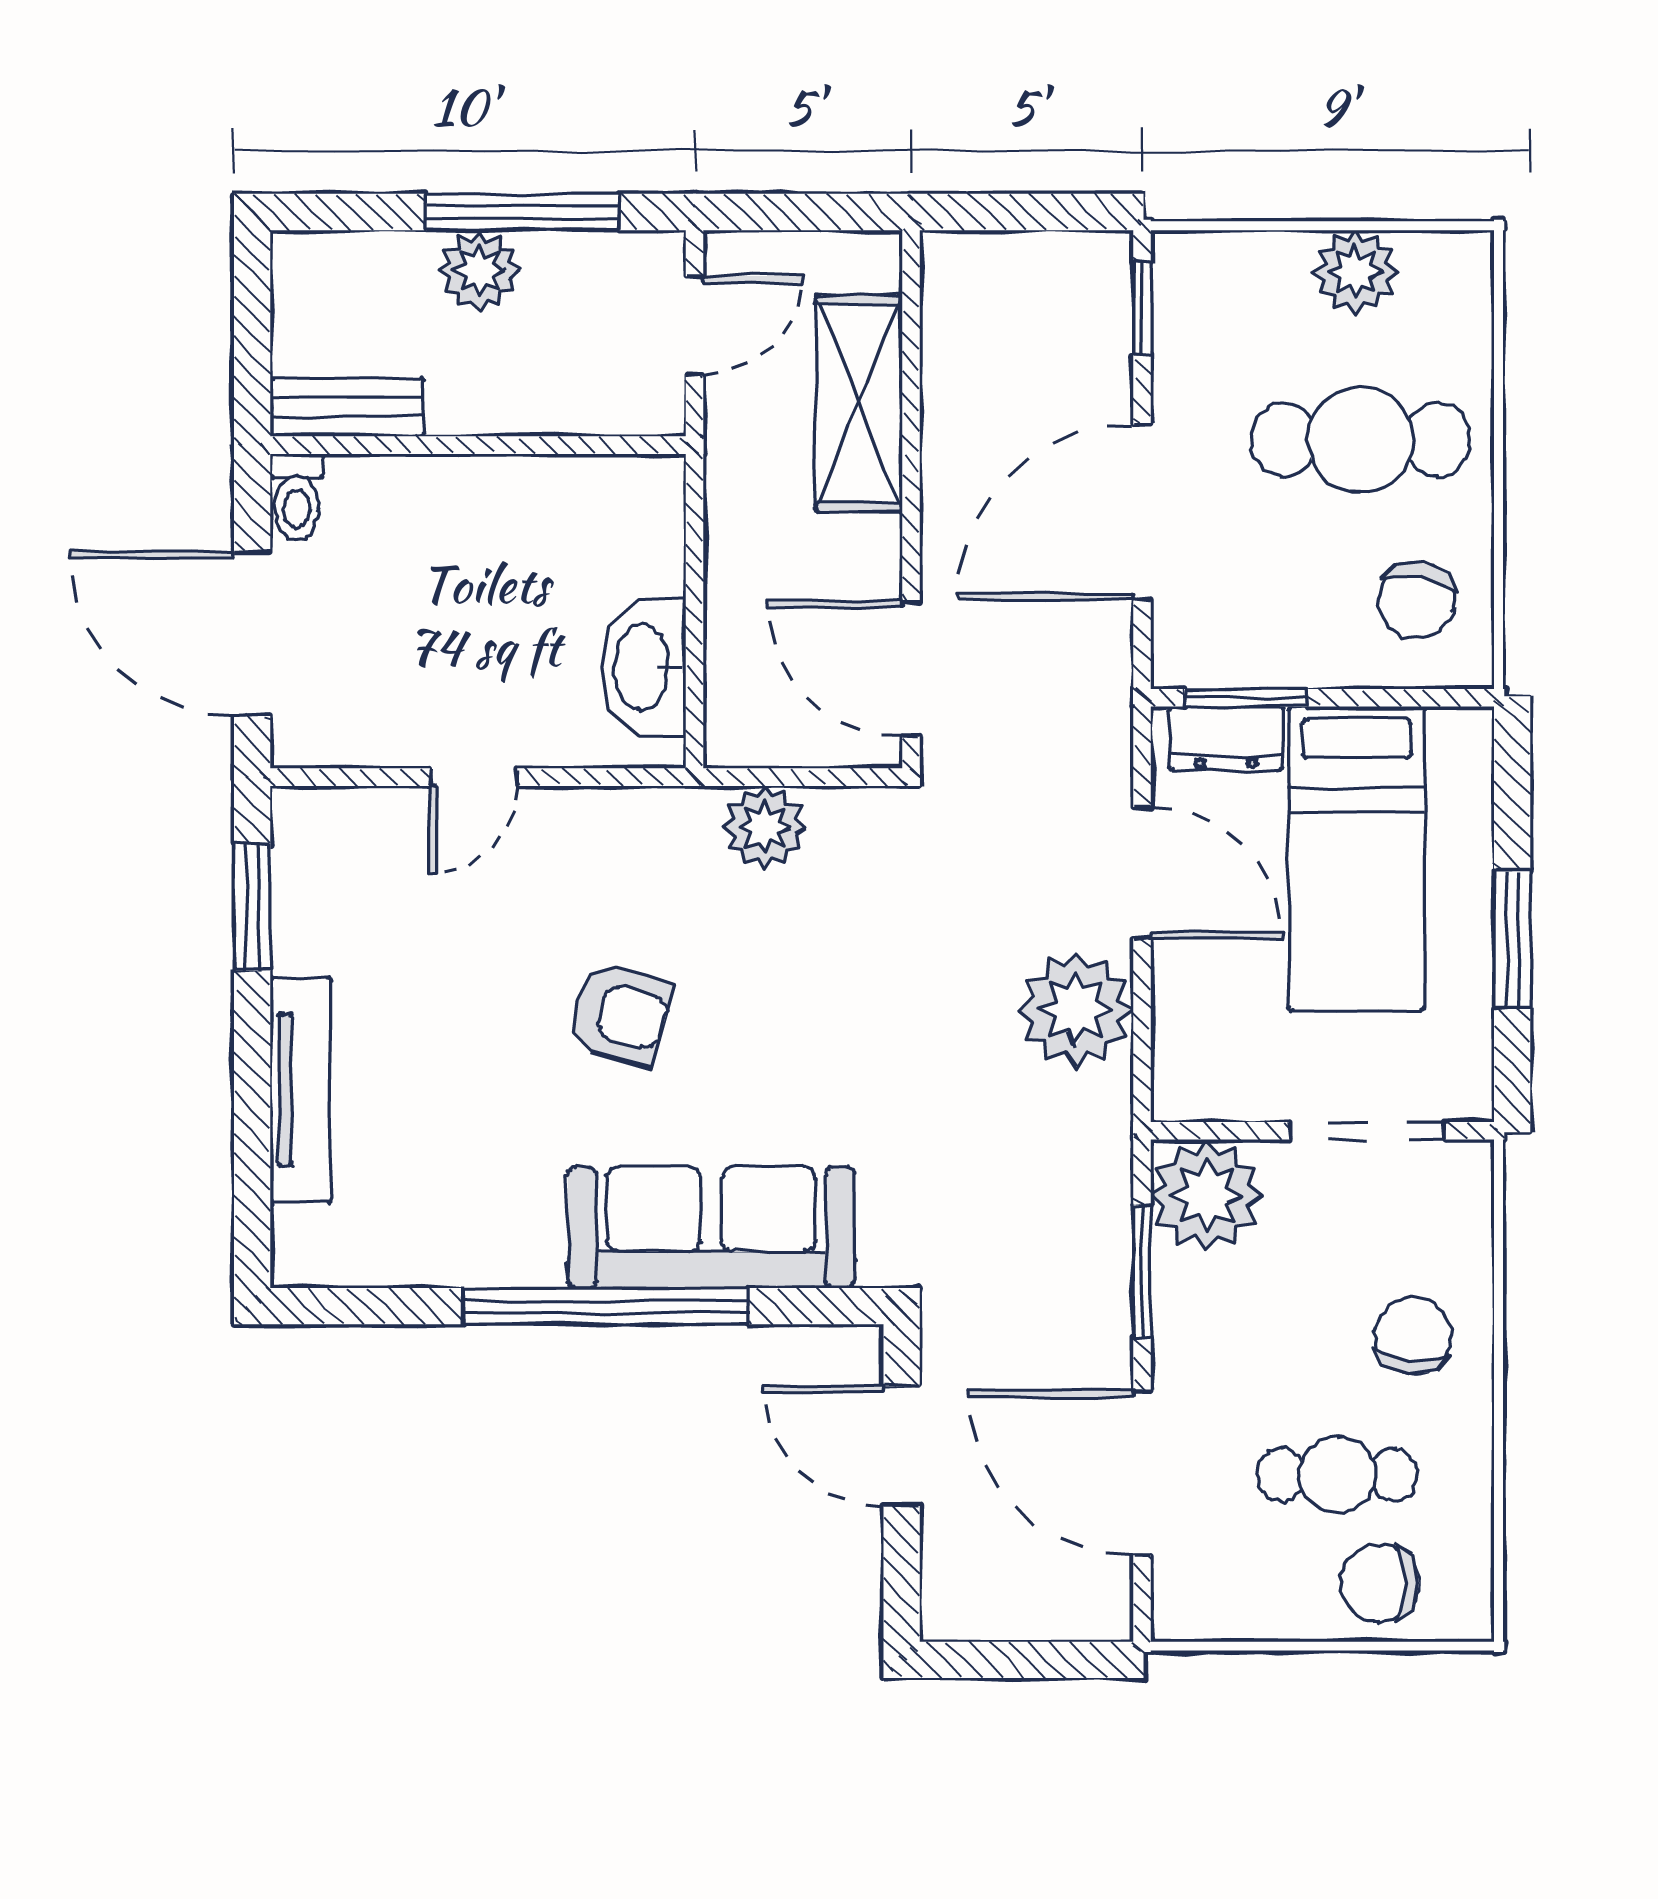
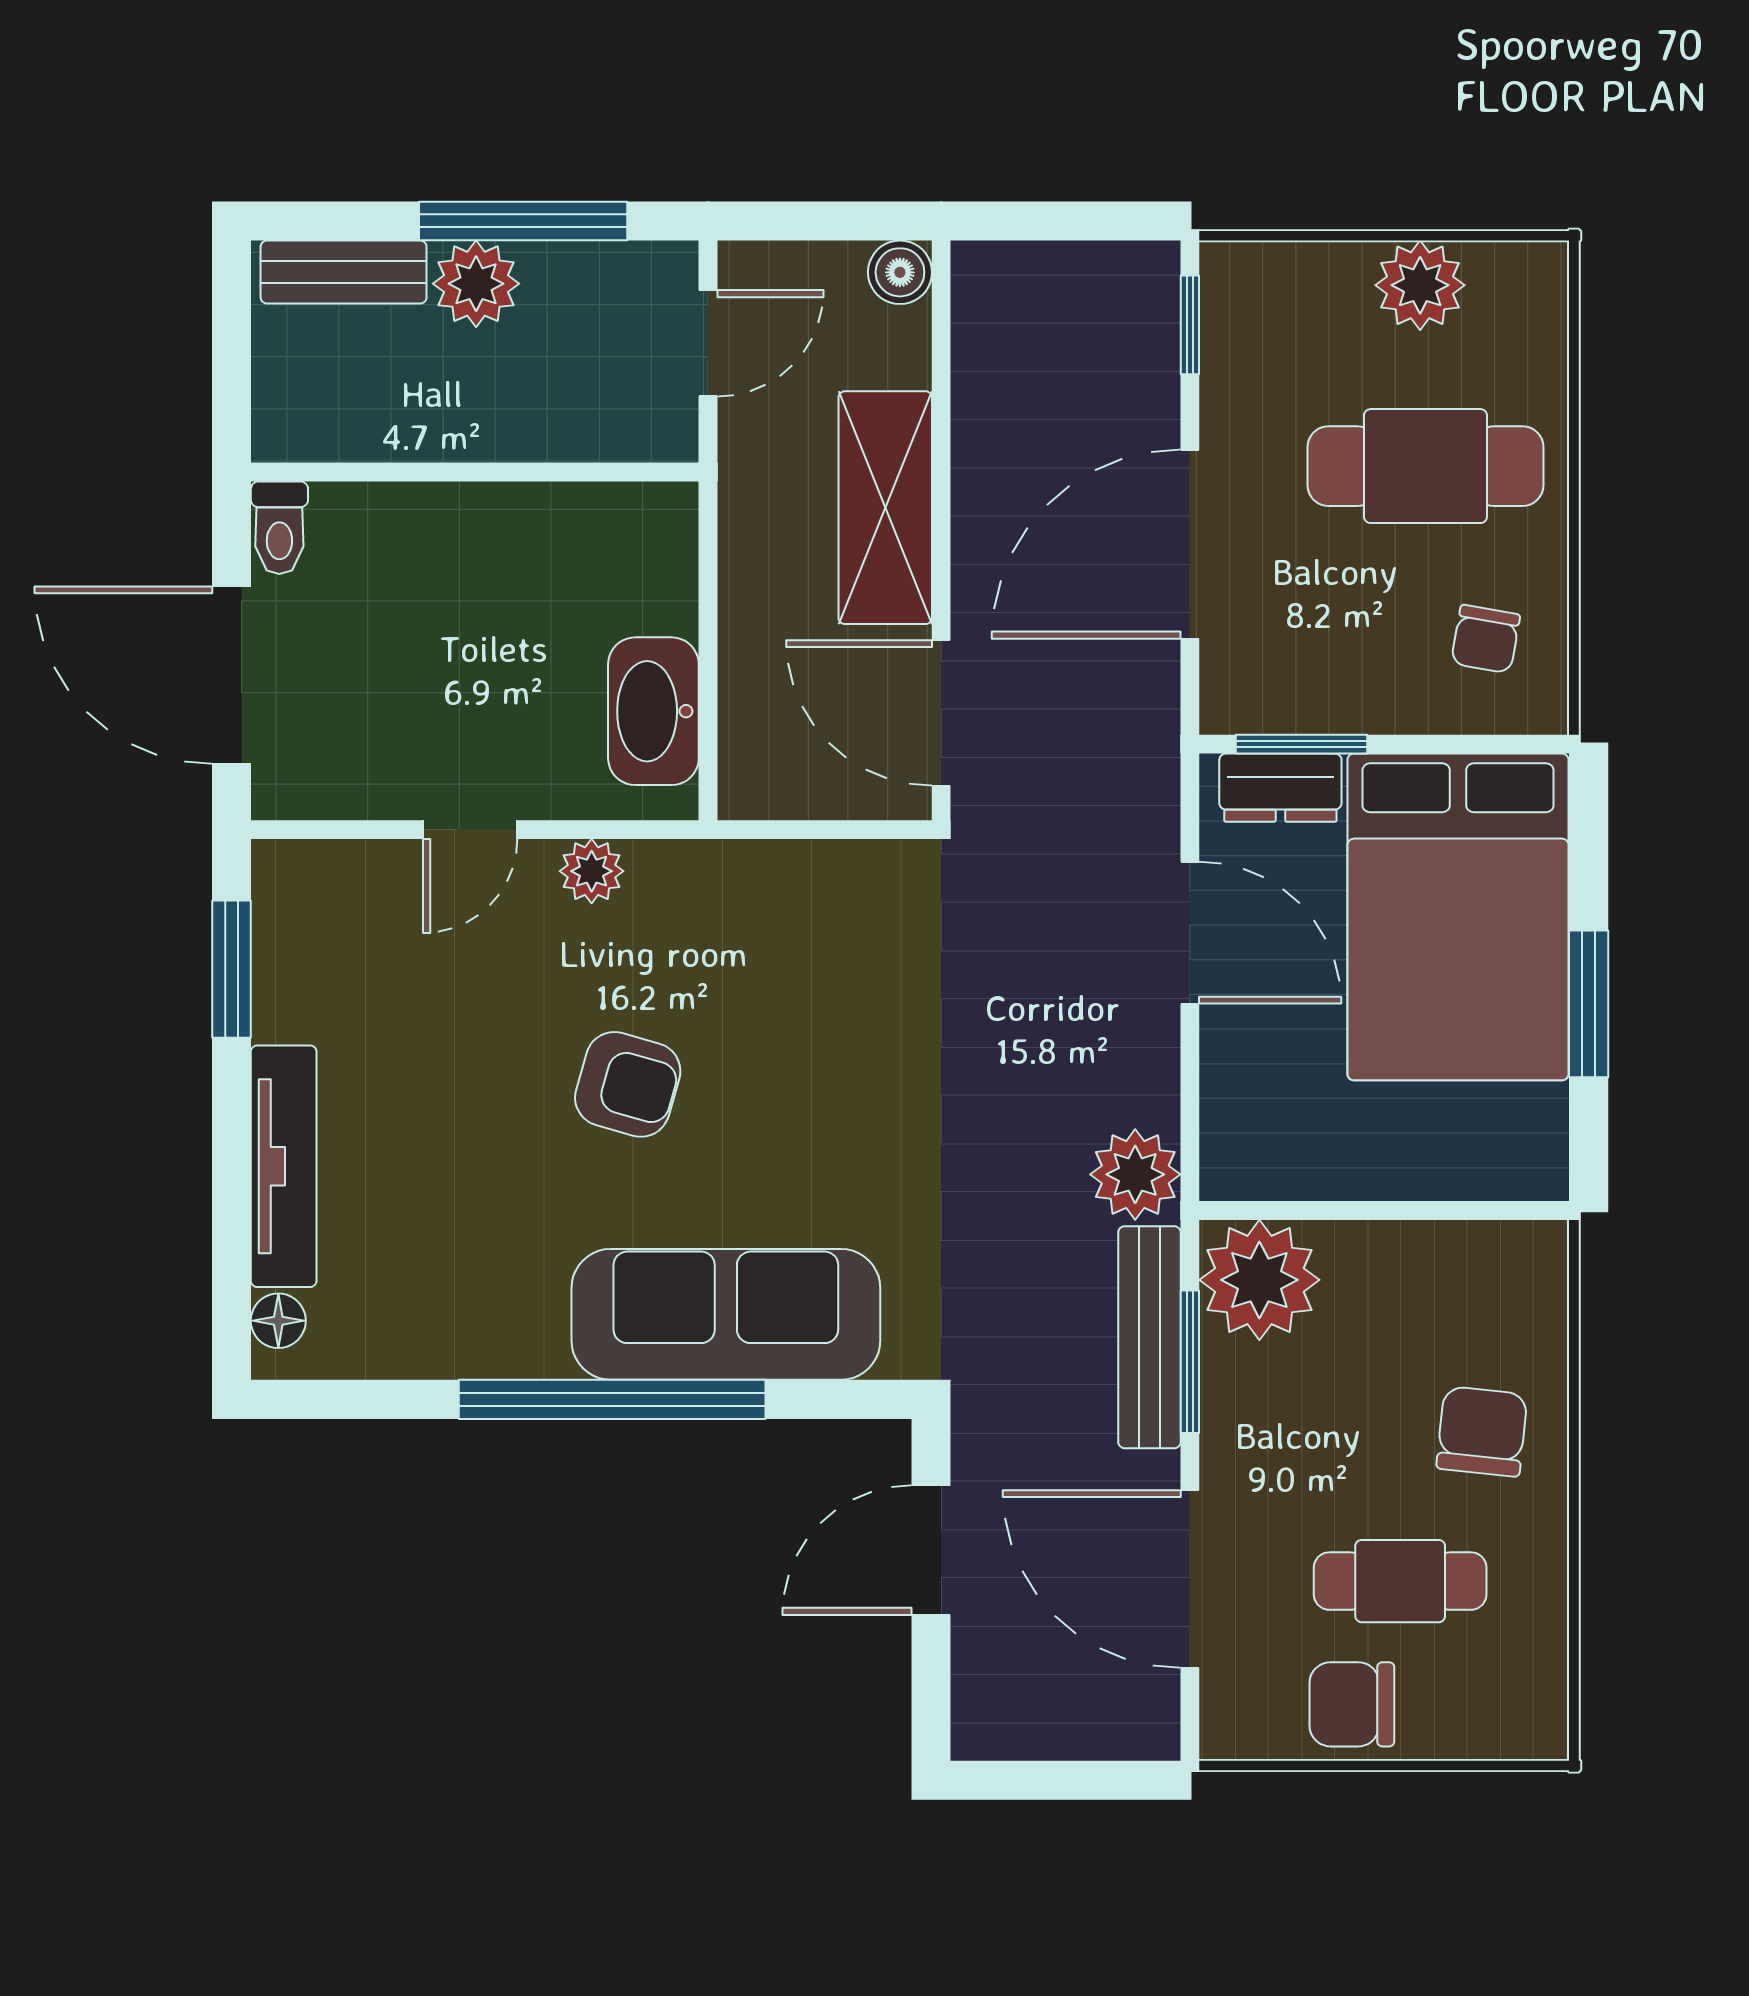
boiler: (873, 260) -> (900, 272), added
shelving: (859, 403) -> (885, 508), moved
bench: (347, 407) -> (344, 272), moved
chair: (1416, 600) -> (1486, 639), width x0.73, depth x0.73
plant: (765, 827) -> (592, 871), moved, width x0.73, depth x0.73
bed: (1357, 858) -> (1458, 917), width x1.50
plant: (1076, 1009) -> (1135, 1174), moved, width x0.73, depth x0.73
doorway: (1368, 1131) -> (1433, 1210), removed
floor lamp: (296, 1233) -> (278, 1321), added
bench: (1104, 1248) -> (1149, 1337), added
door: (902, 1446) -> (931, 1550), hinge flipped
chair: (1380, 1583) -> (1352, 1704), moved

